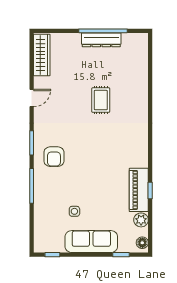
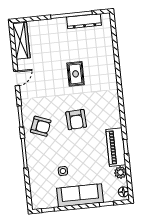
dresser: (101, 40) -> (84, 21), moved
armchair: (96, 153) -> (76, 120), added
armchair: (54, 157) -> (41, 126), turned -69

